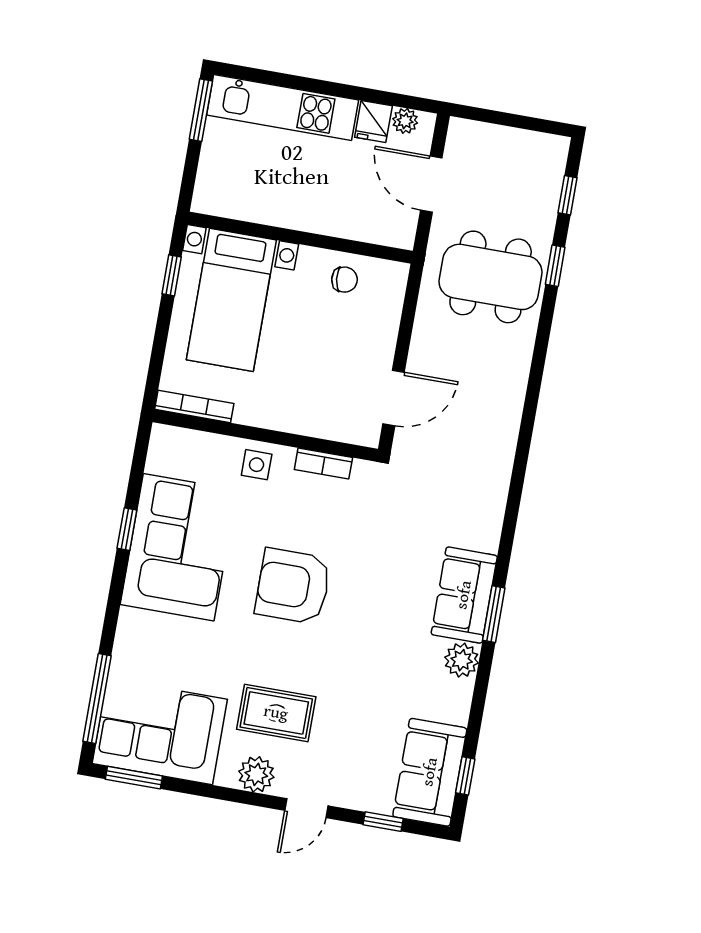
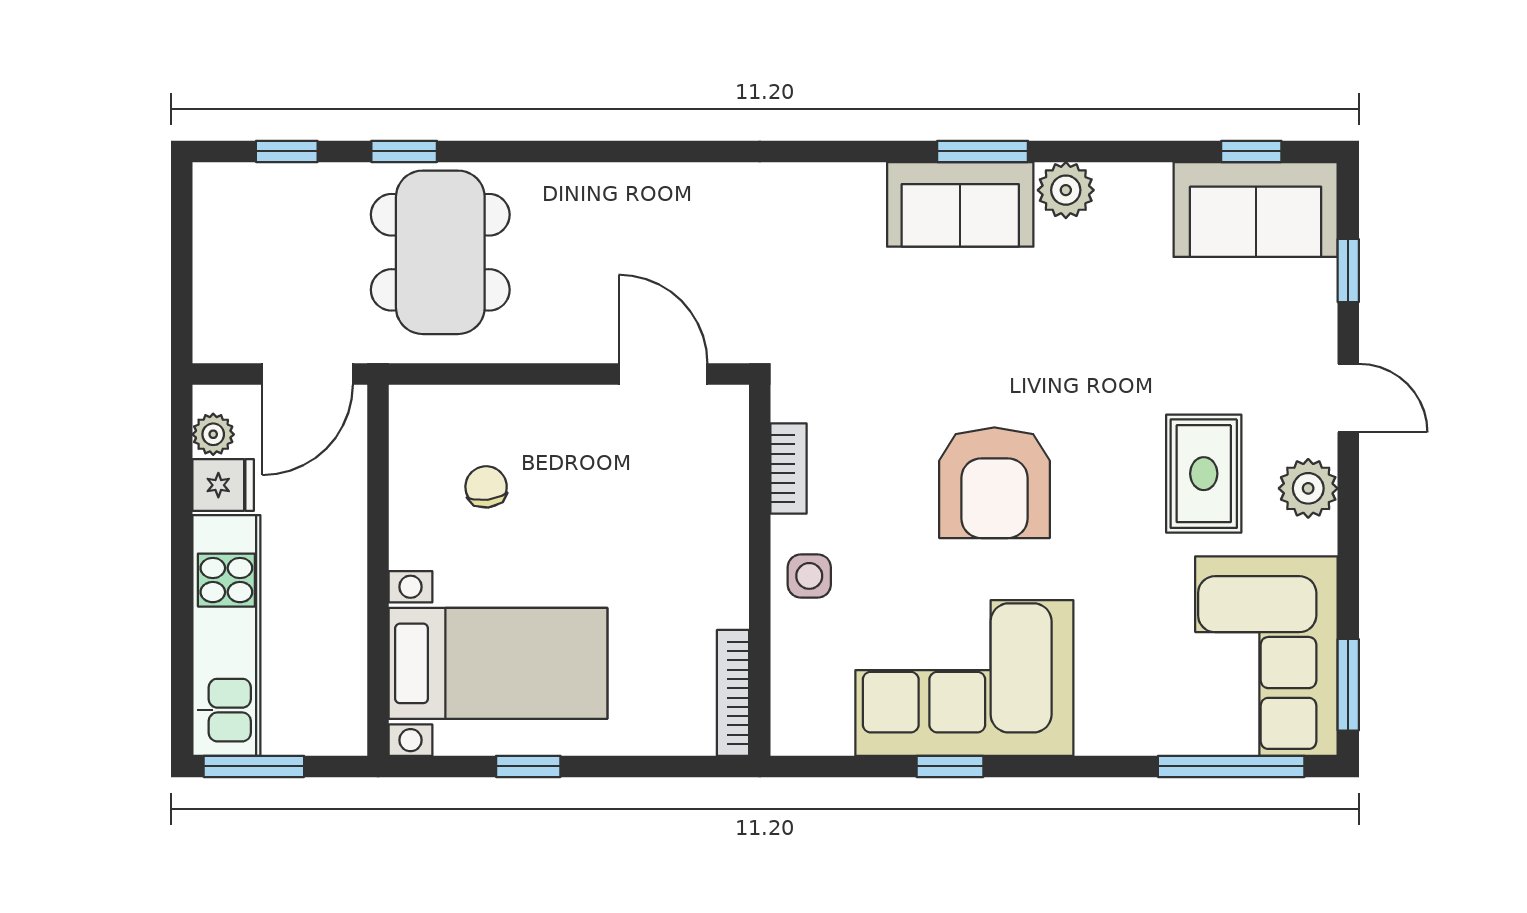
wall: (300, 238) -> (378, 570), moved
bed with nightstands: (231, 300) -> (498, 663), moved

